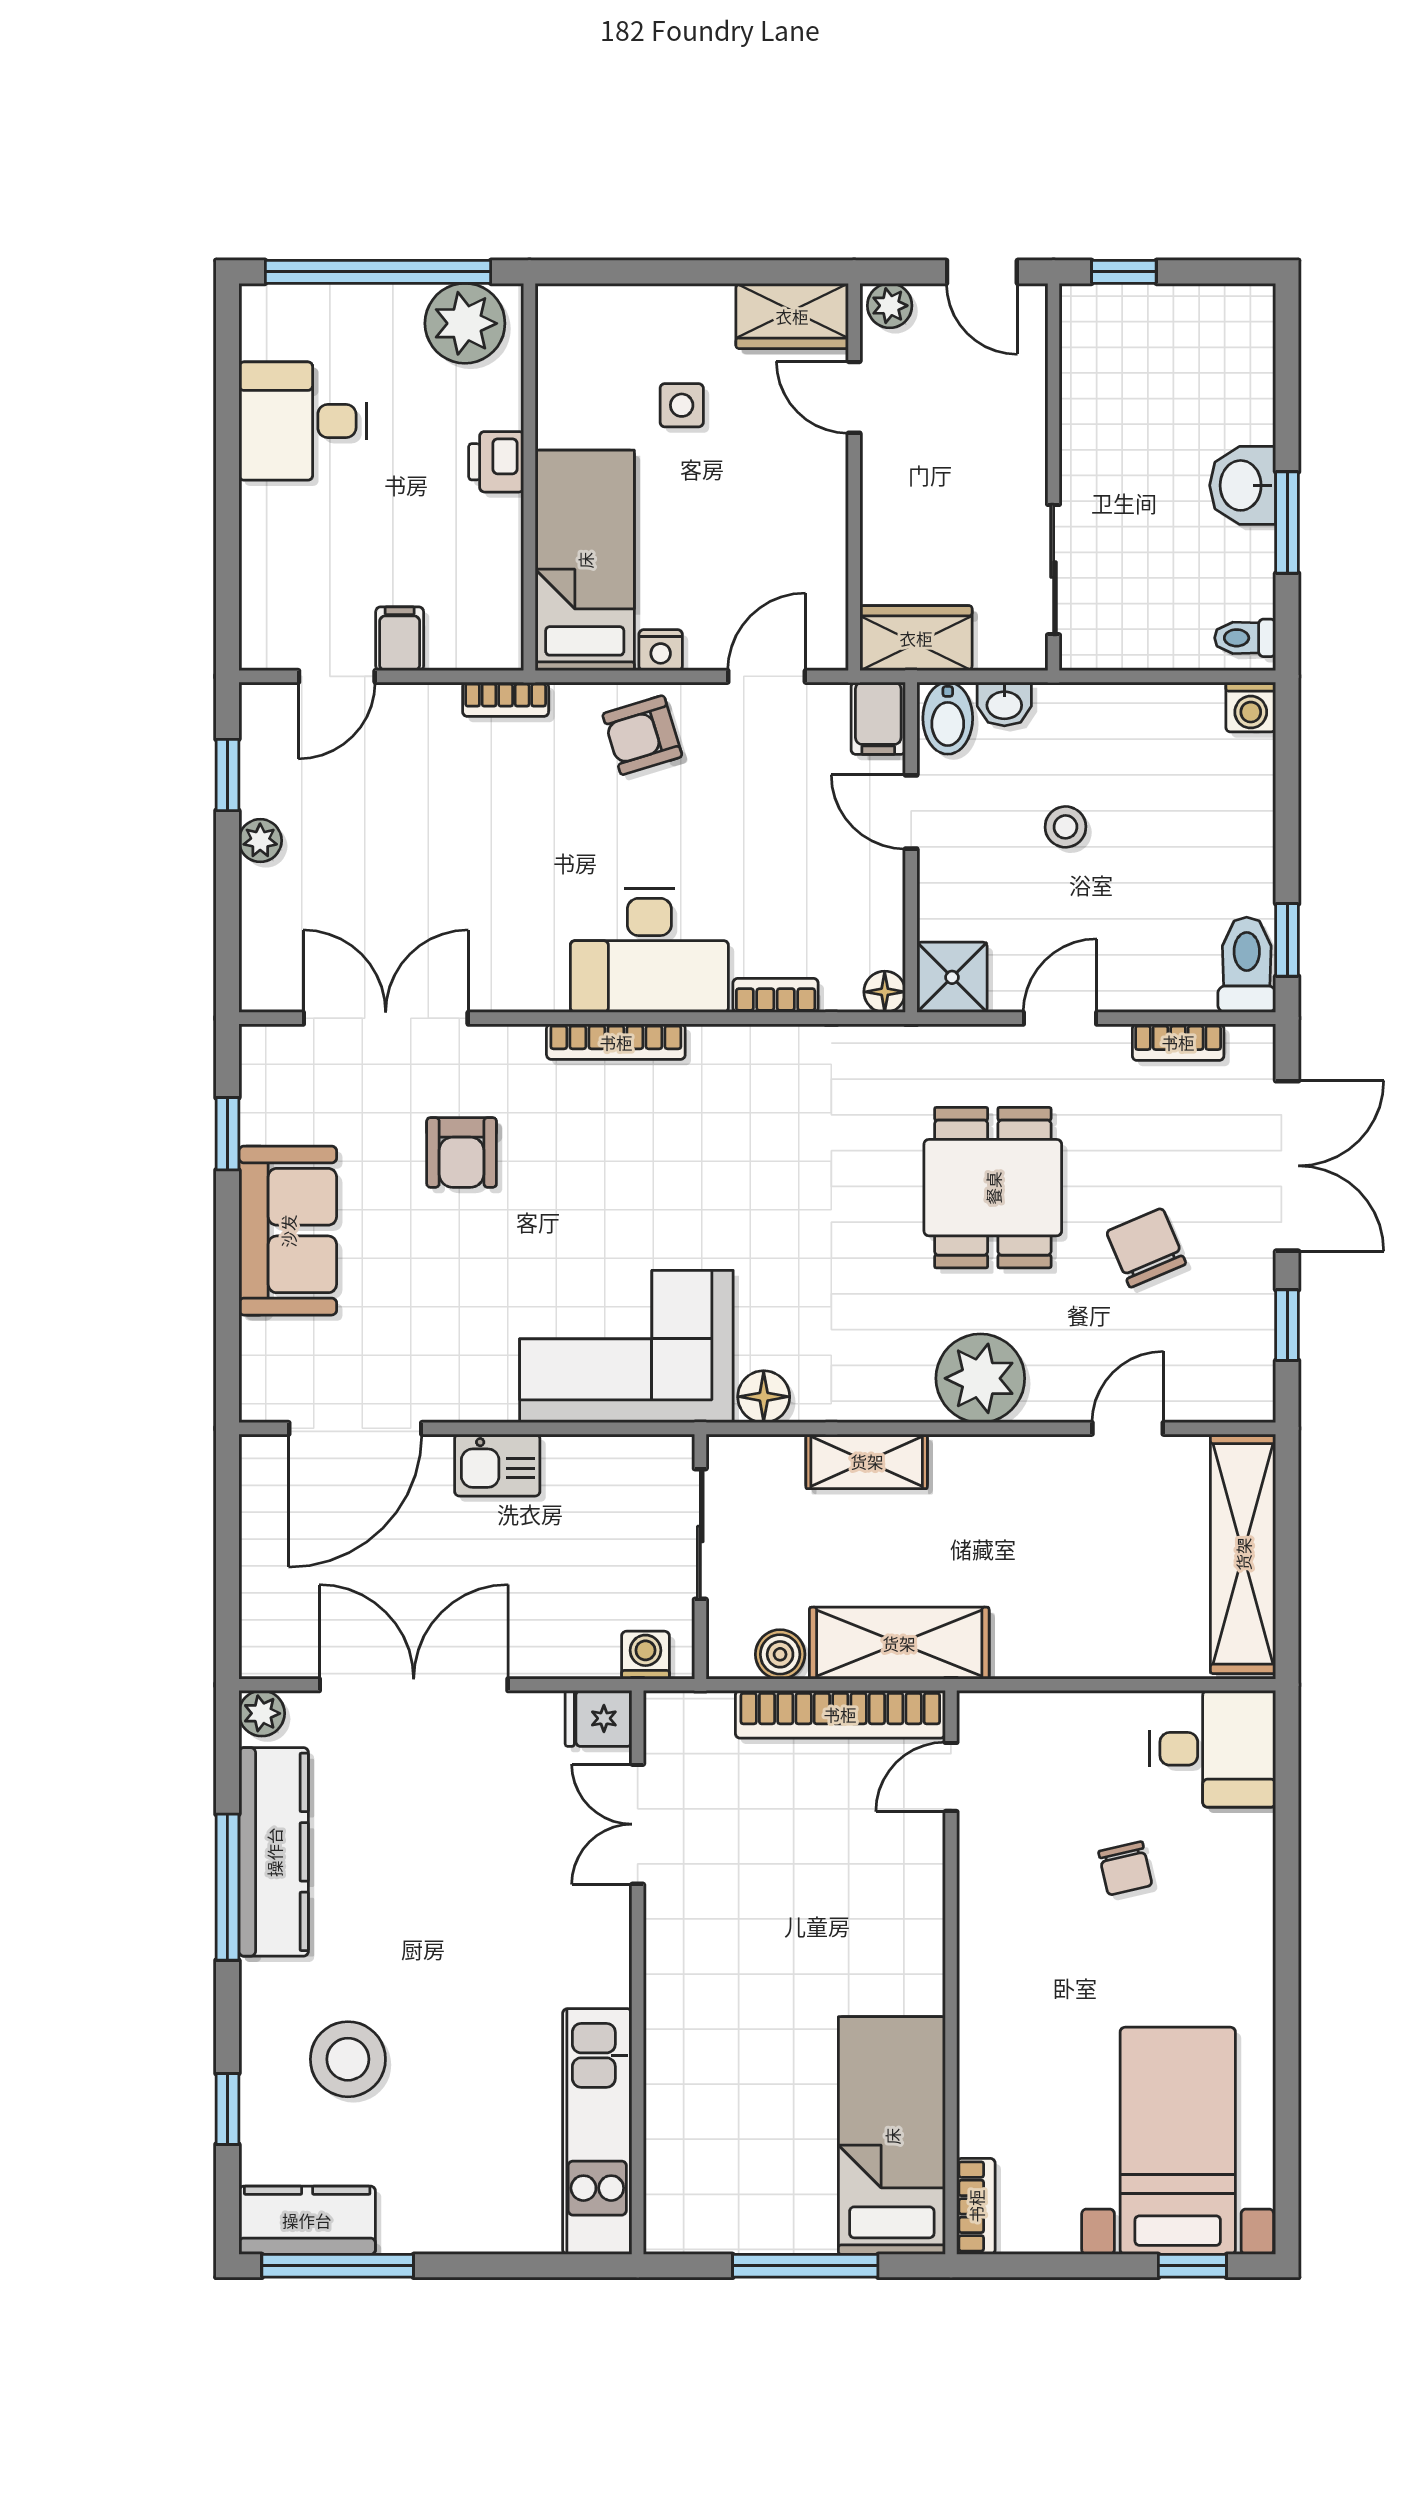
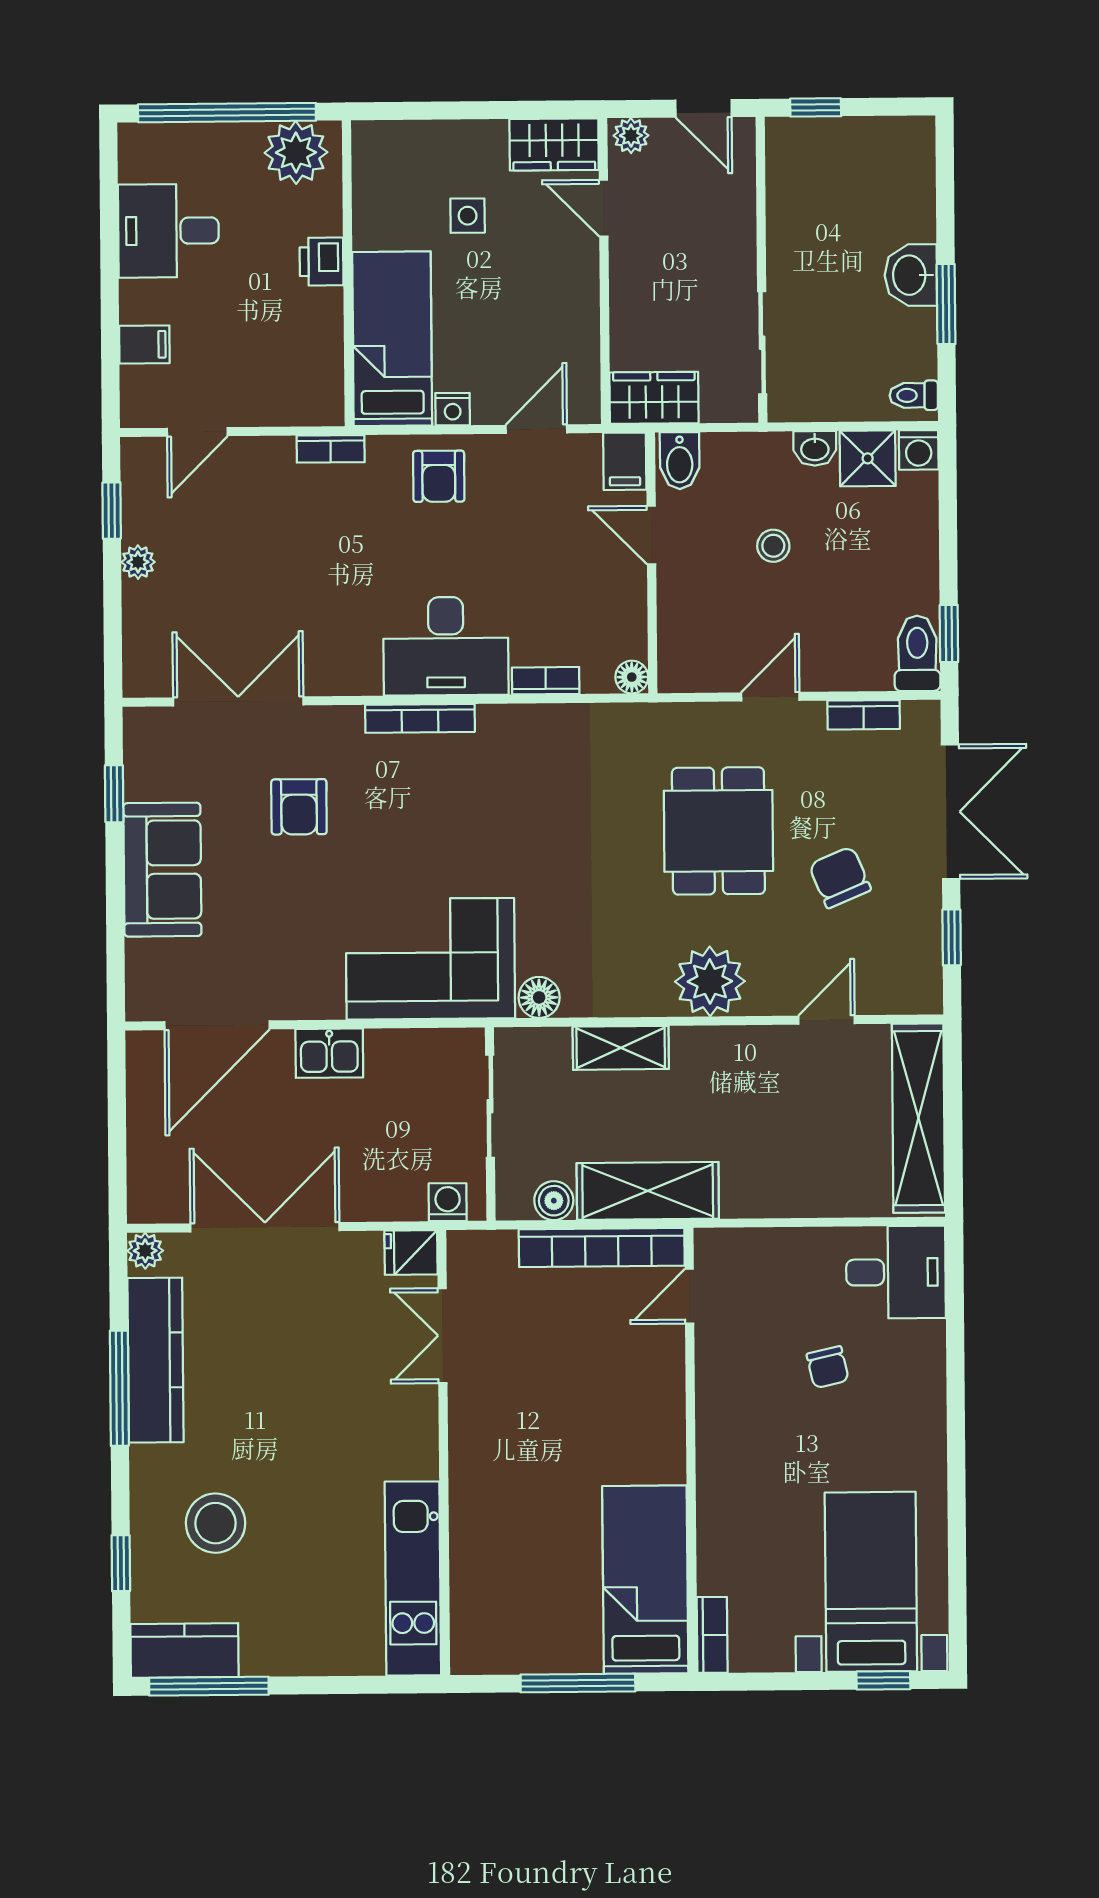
filing cabinet: (400, 639) -> (144, 344), moved, turned 90
washbasin: (1004, 704) -> (815, 448), moved
armchair: (642, 735) -> (439, 476), turned -73
shower: (952, 977) -> (868, 458), moved

